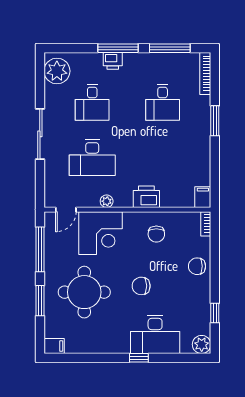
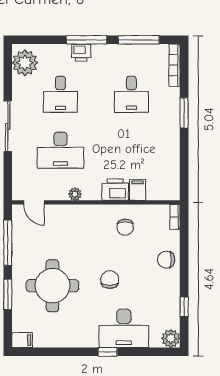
filing cabinet: (203, 197) -> (138, 190), moved
door: (66, 210) -> (34, 202), hinge flipped
corner desk: (101, 233) -> (69, 226), removed
chair: (141, 286) -> (110, 280), turned 90

